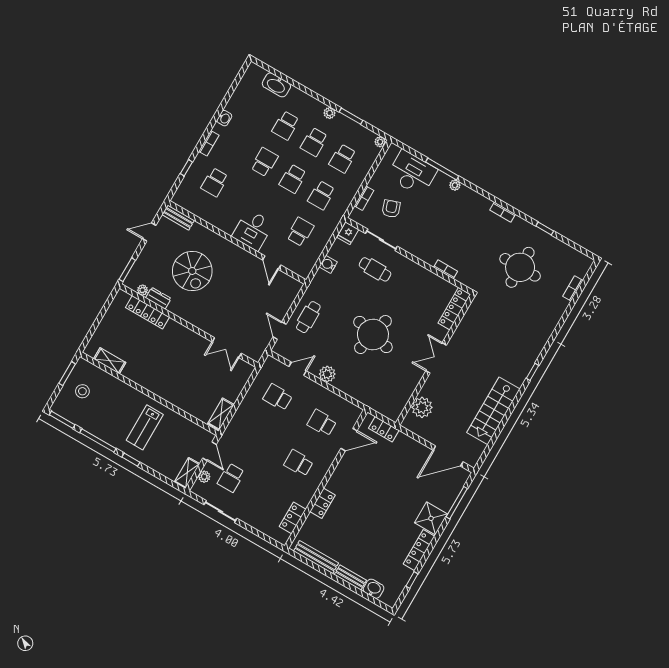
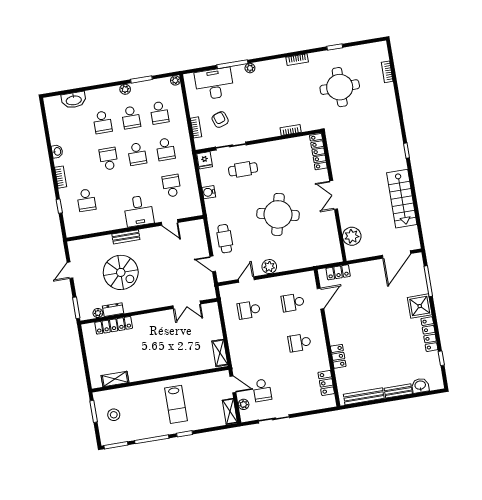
bench: (178, 218) -> (126, 237), moved

